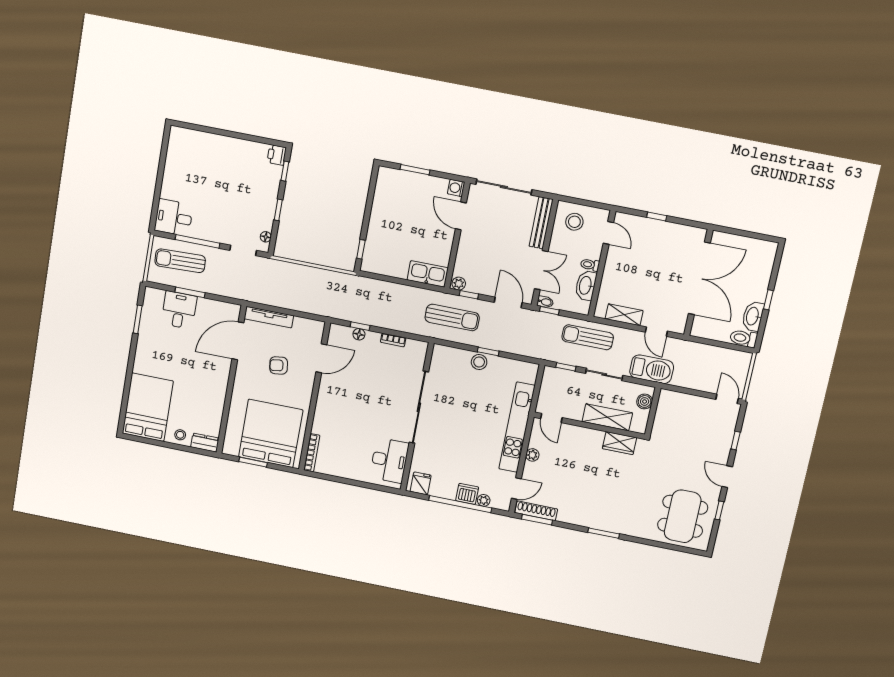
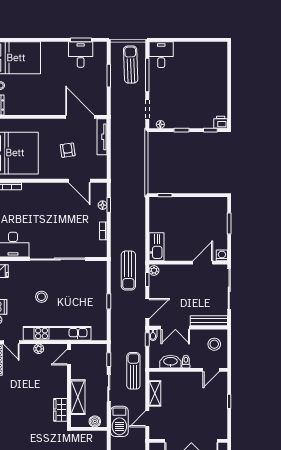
desk: (179, 310) -> (81, 54), moved, turned -90
stool: (479, 362) -> (41, 297), moved

